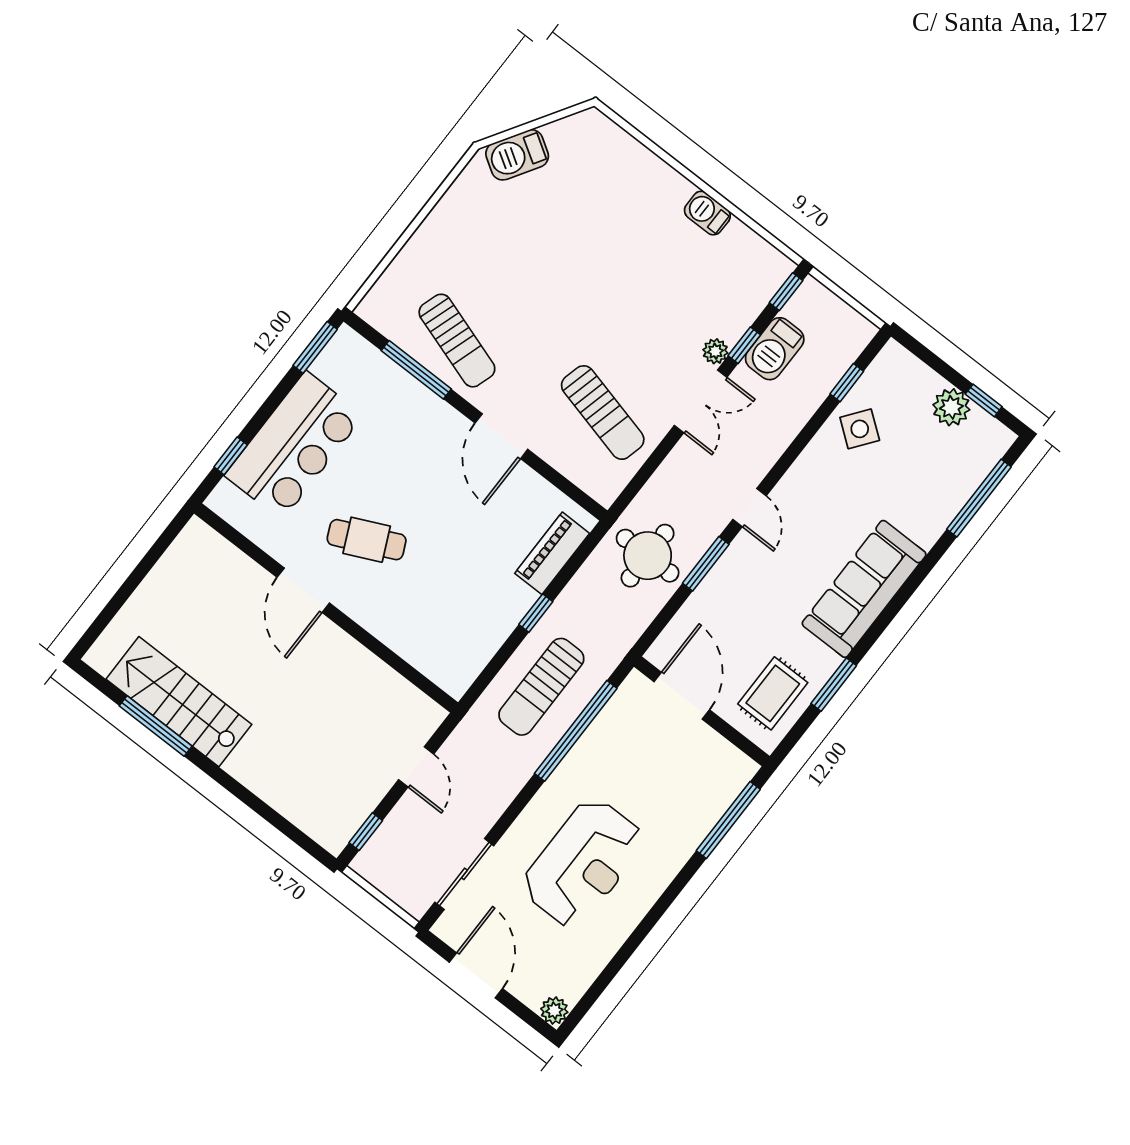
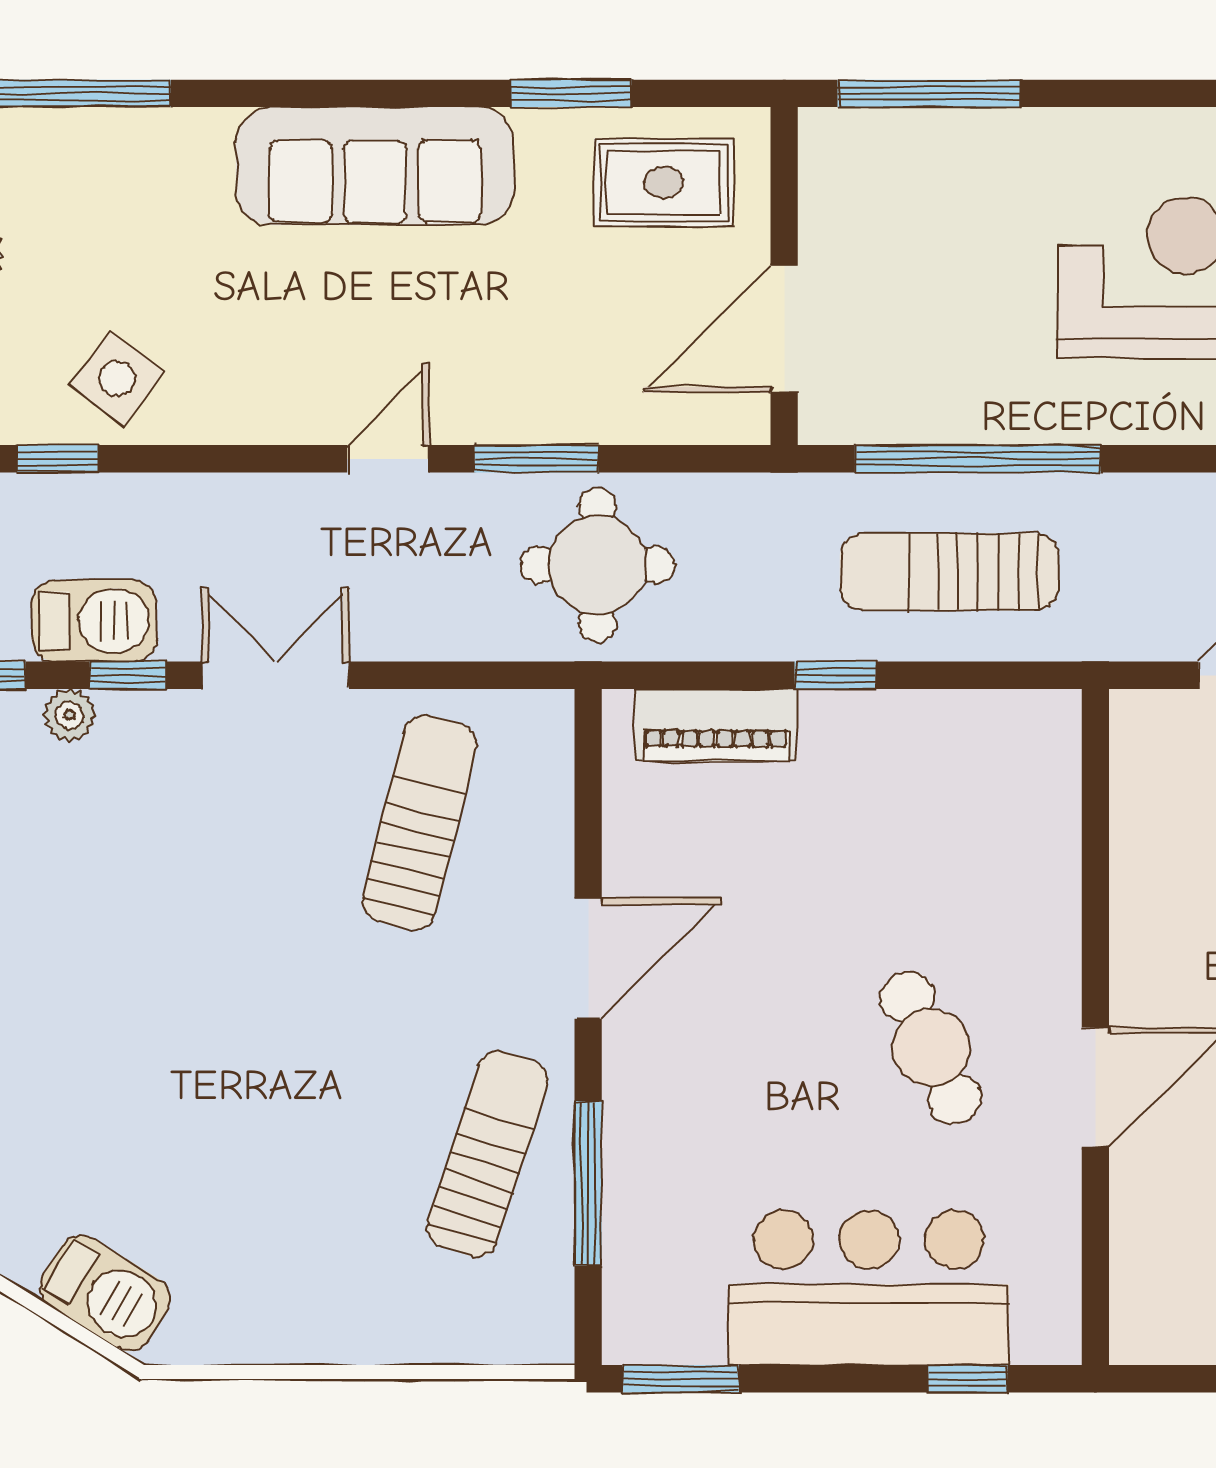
plant: (715, 351) -> (69, 715), moved
sun lounger: (541, 687) -> (949, 572), turned 180

